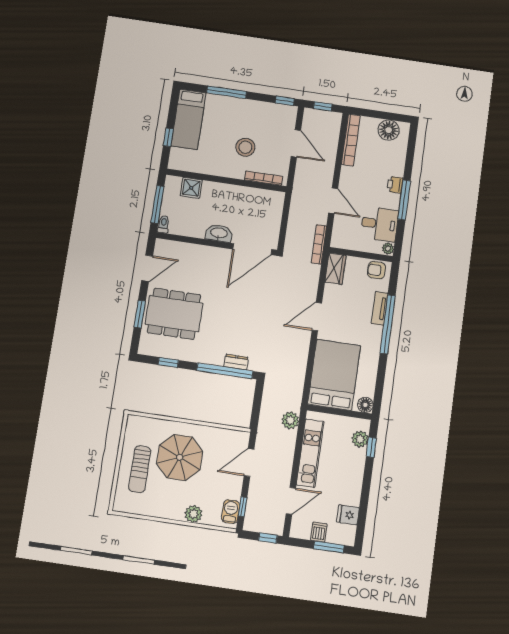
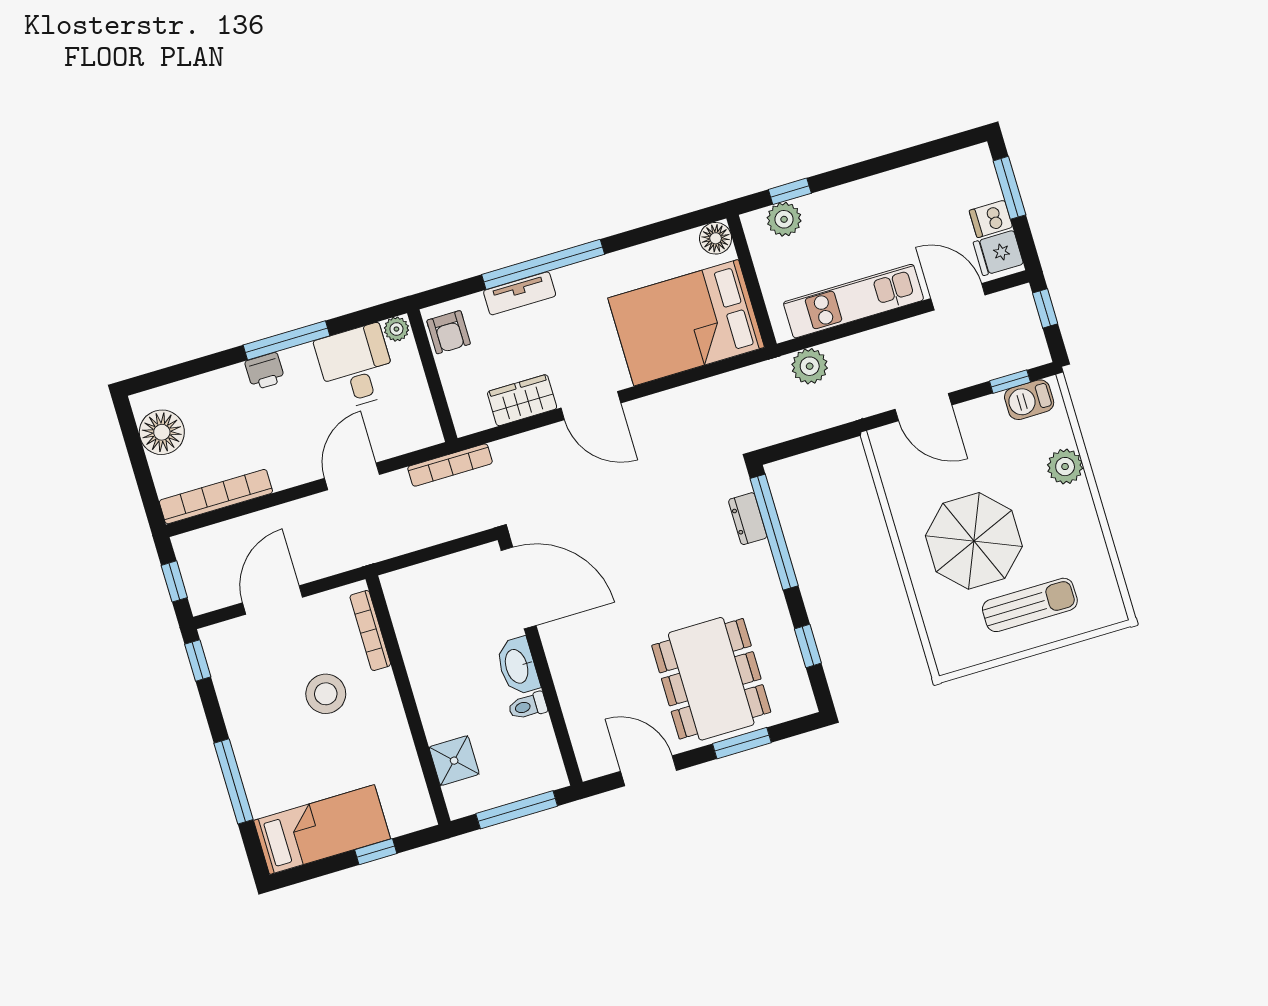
toilet: (164, 224) -> (528, 706), moved
wardrobe: (335, 269) -> (522, 400), moved
fridge: (348, 515) -> (998, 253), moved, turned 90

